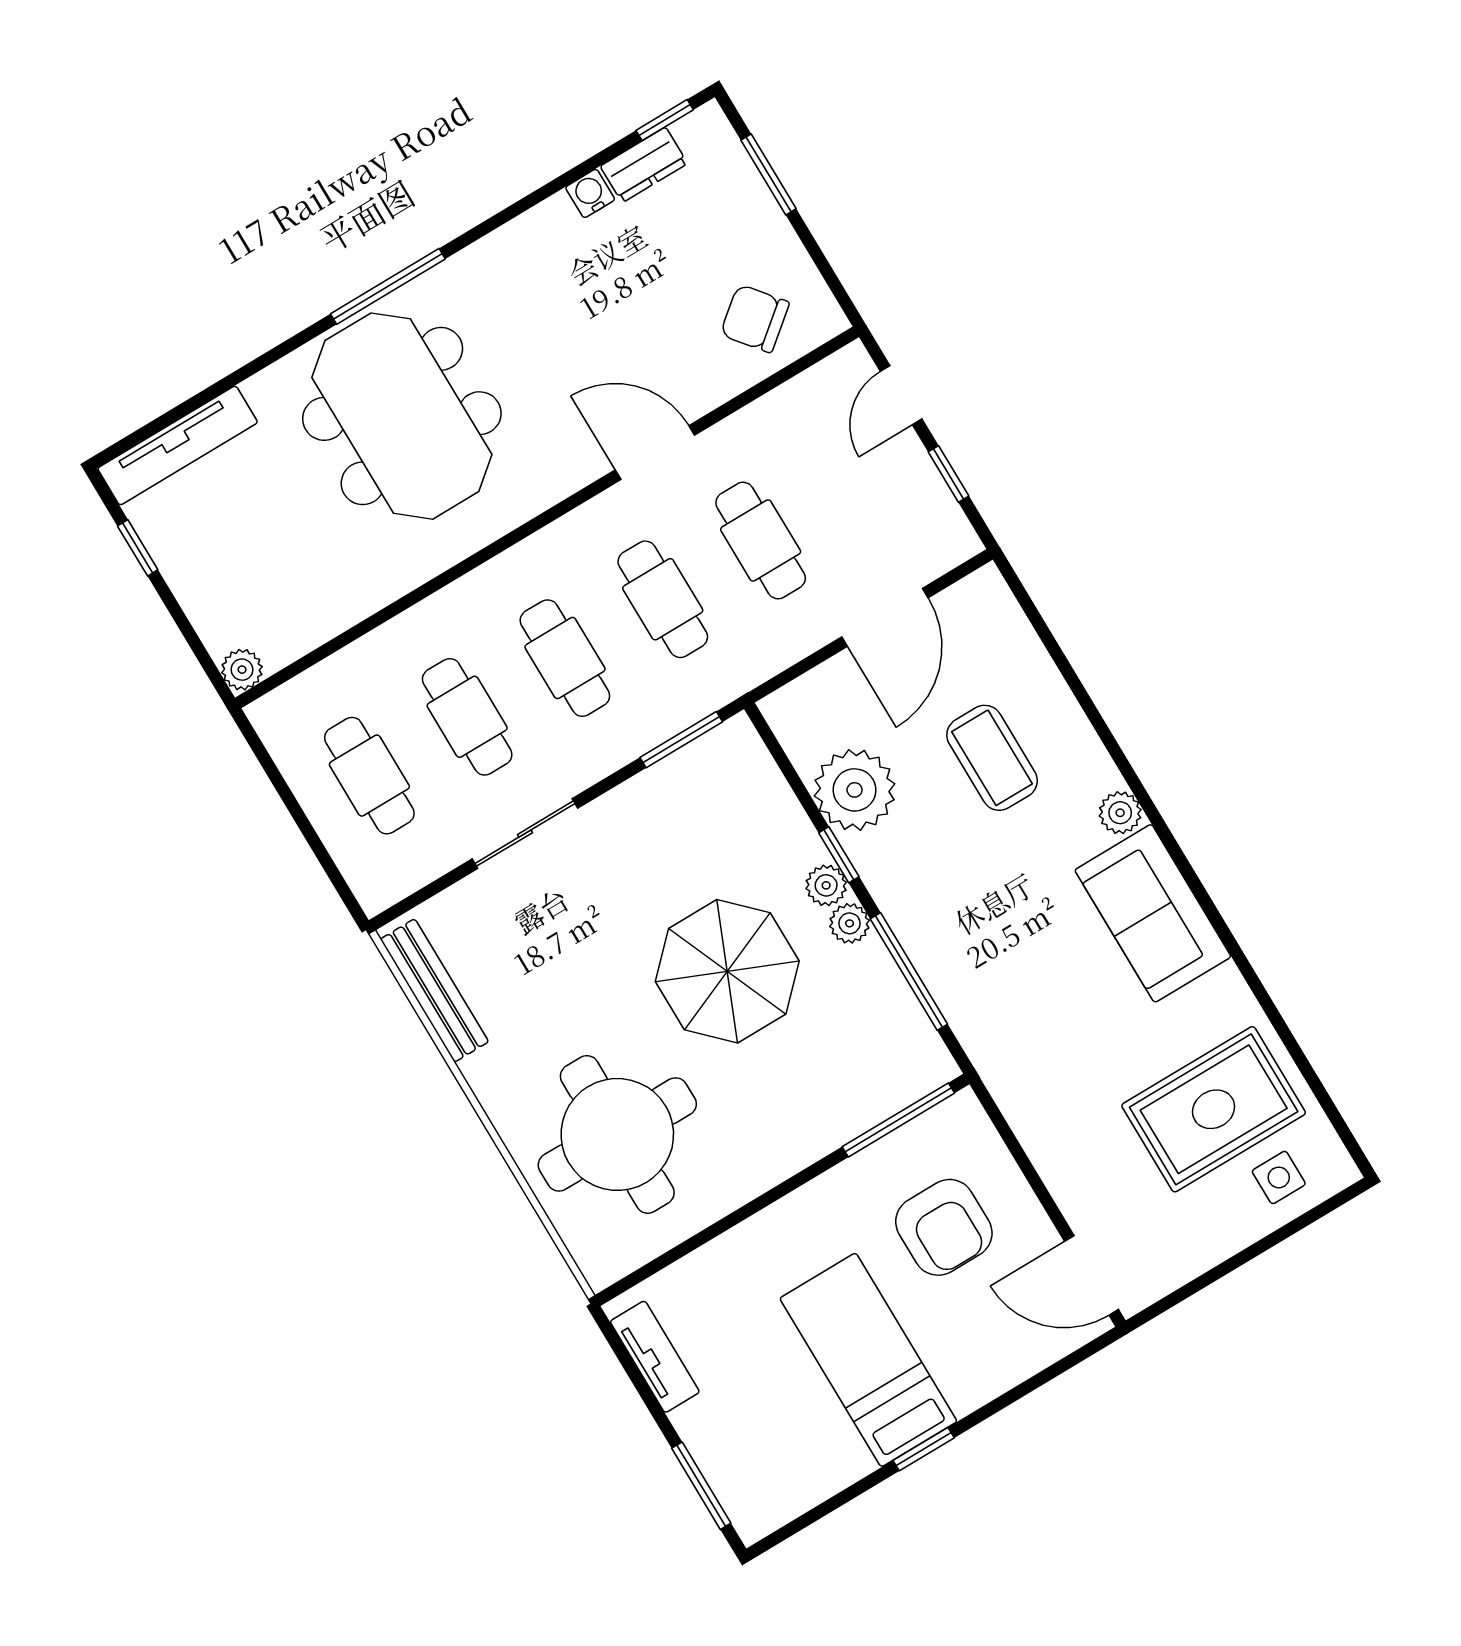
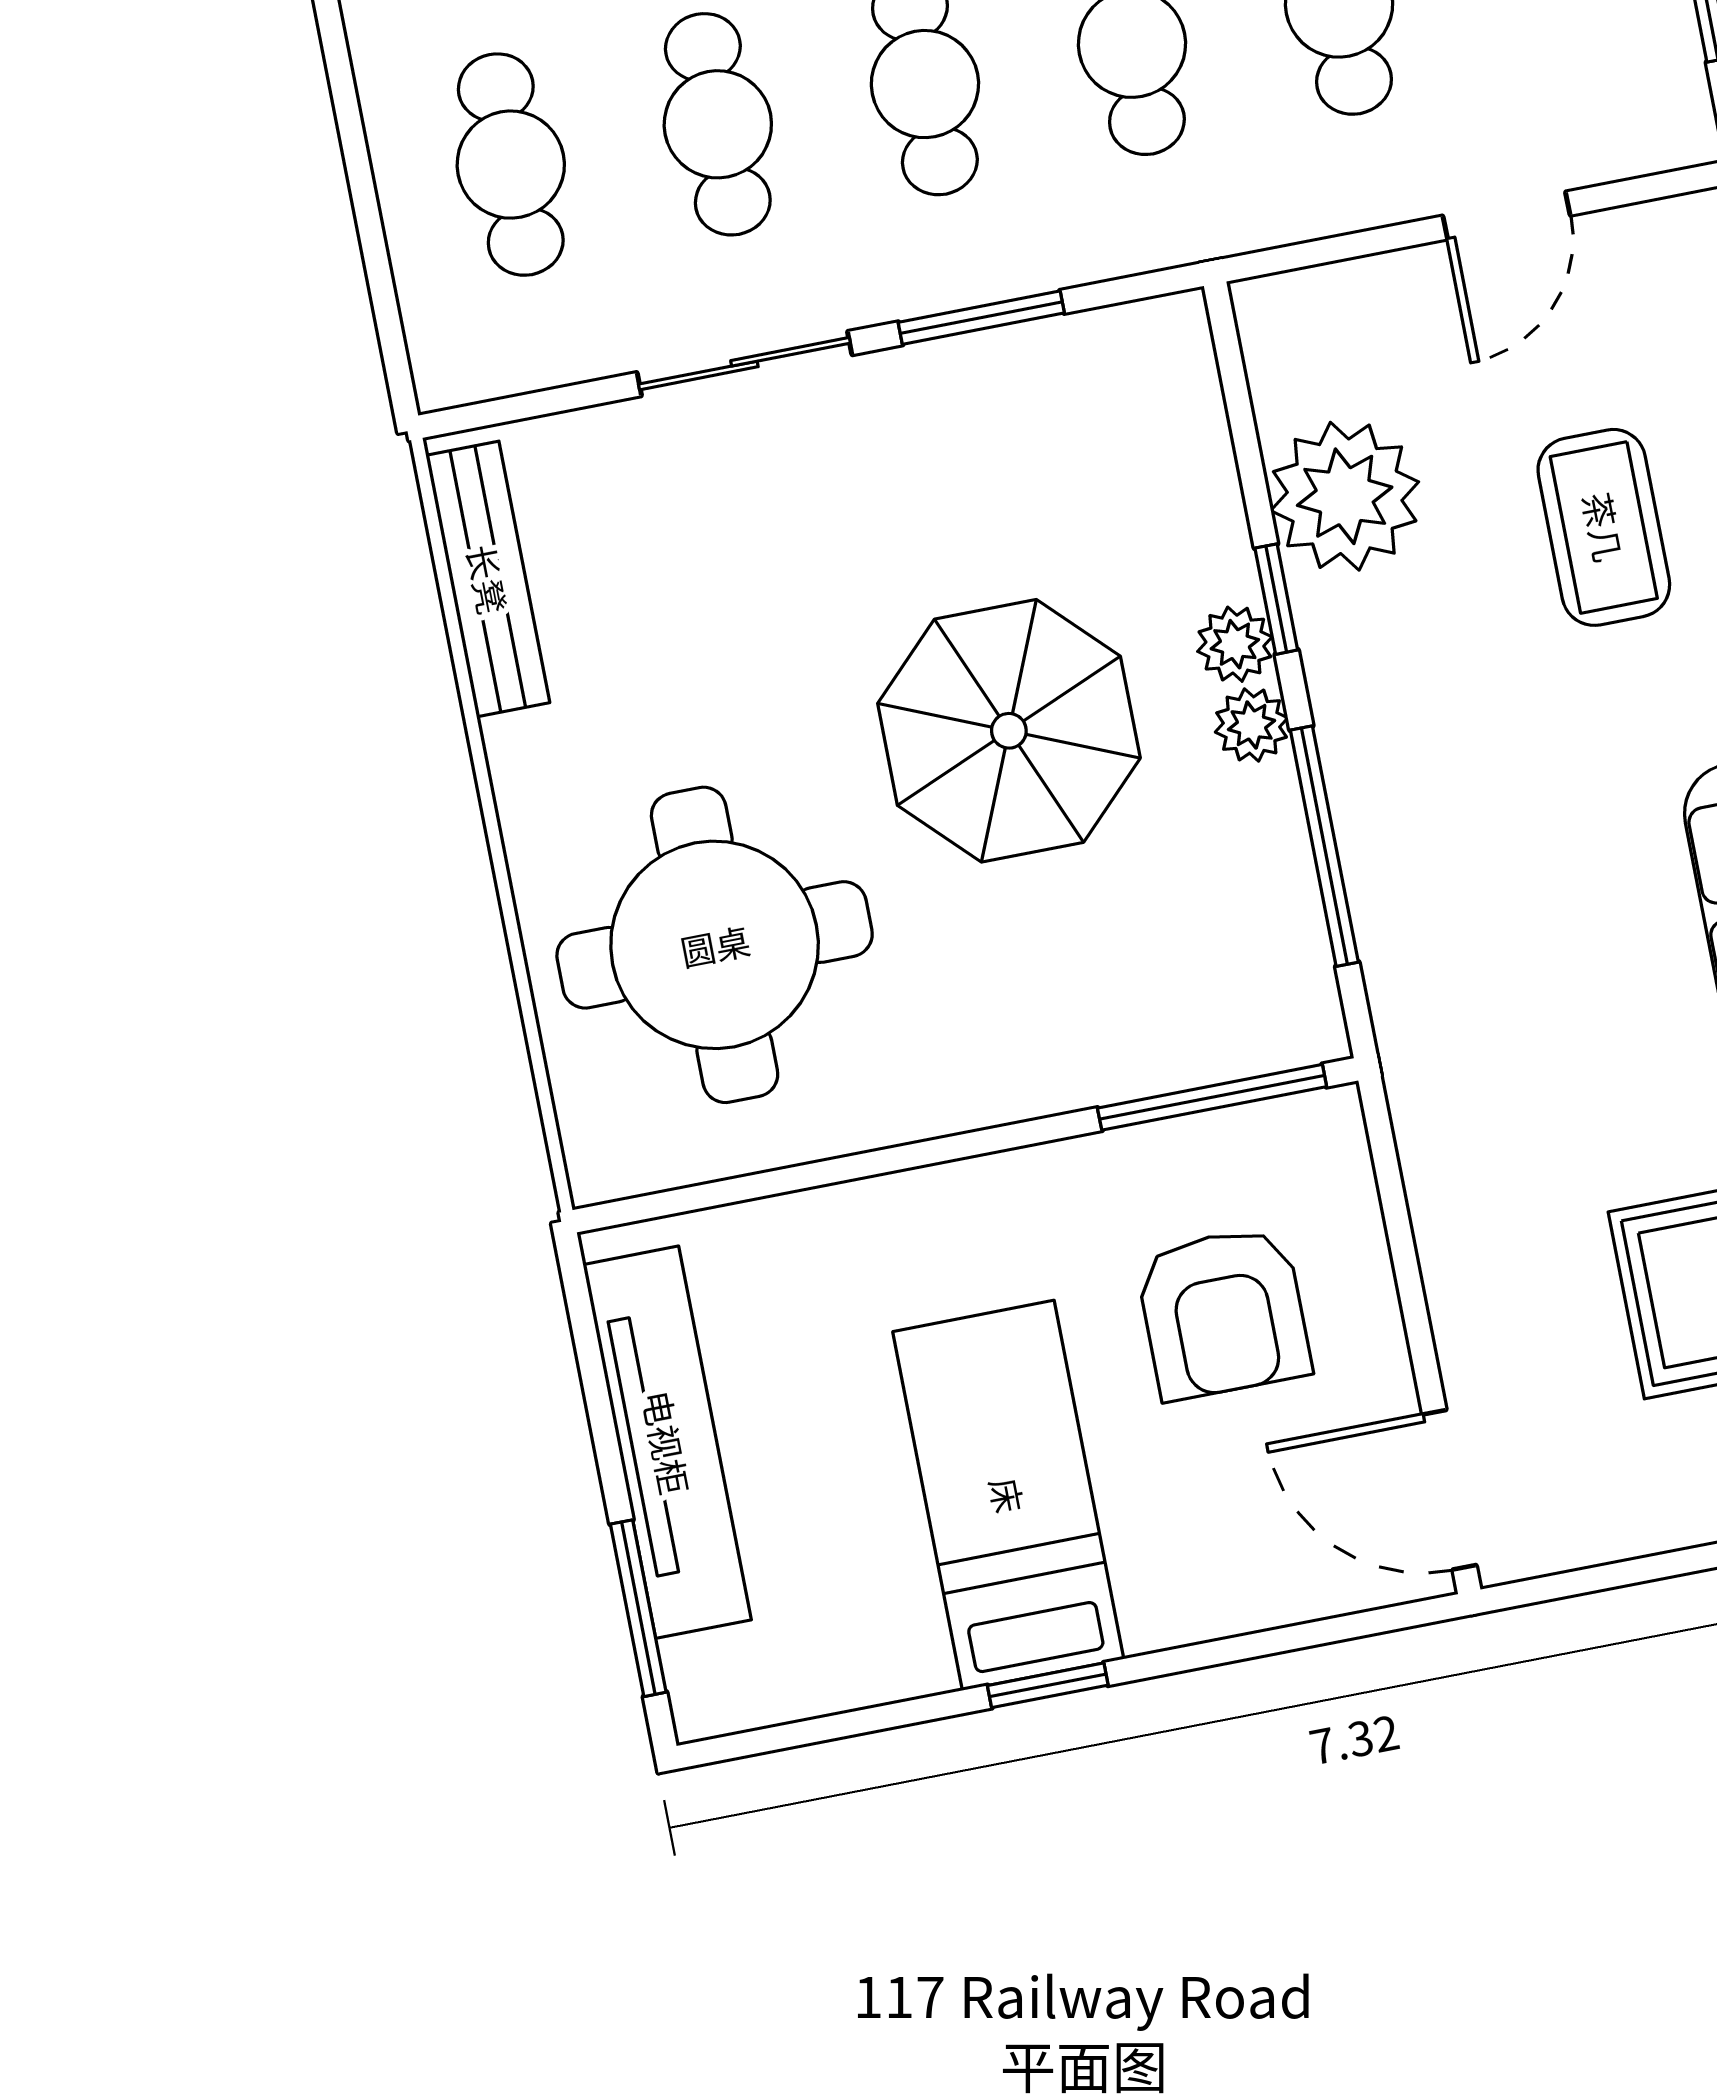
door: (885, 617) -> (1506, 216), width x0.73
window: (681, 740) -> (981, 318), moved
tv unit: (655, 1357) -> (667, 1442), width x1.92, depth x1.29

